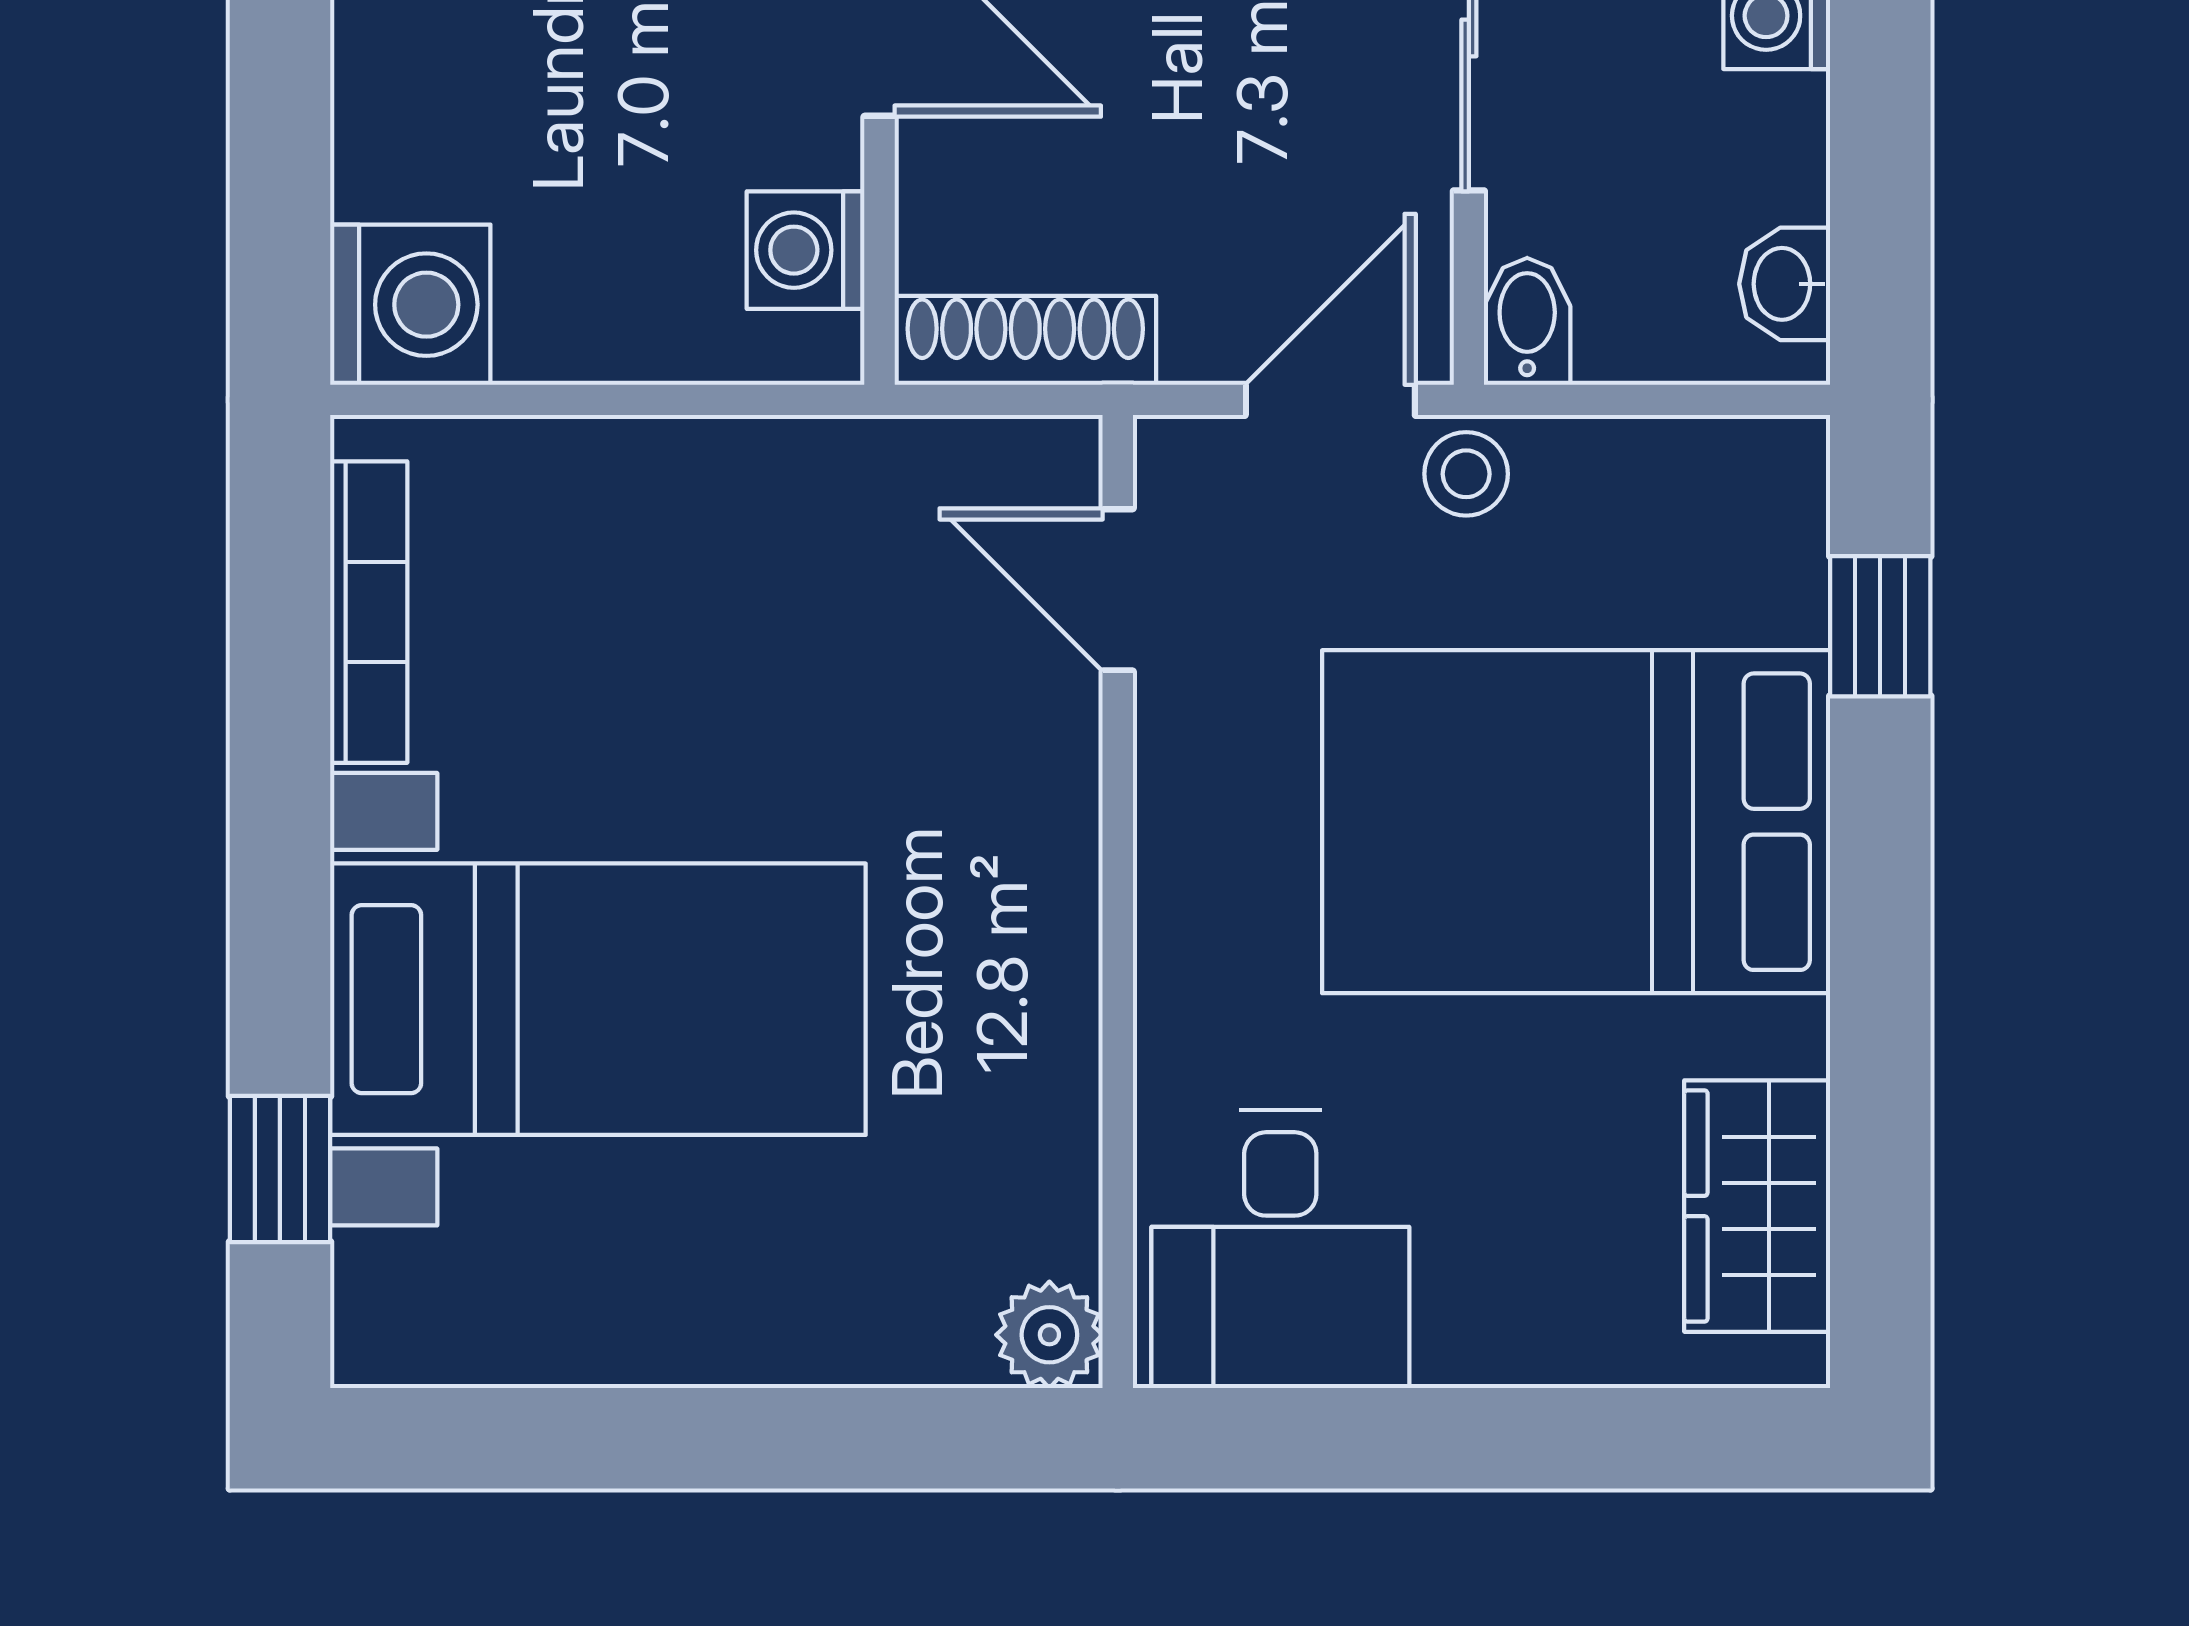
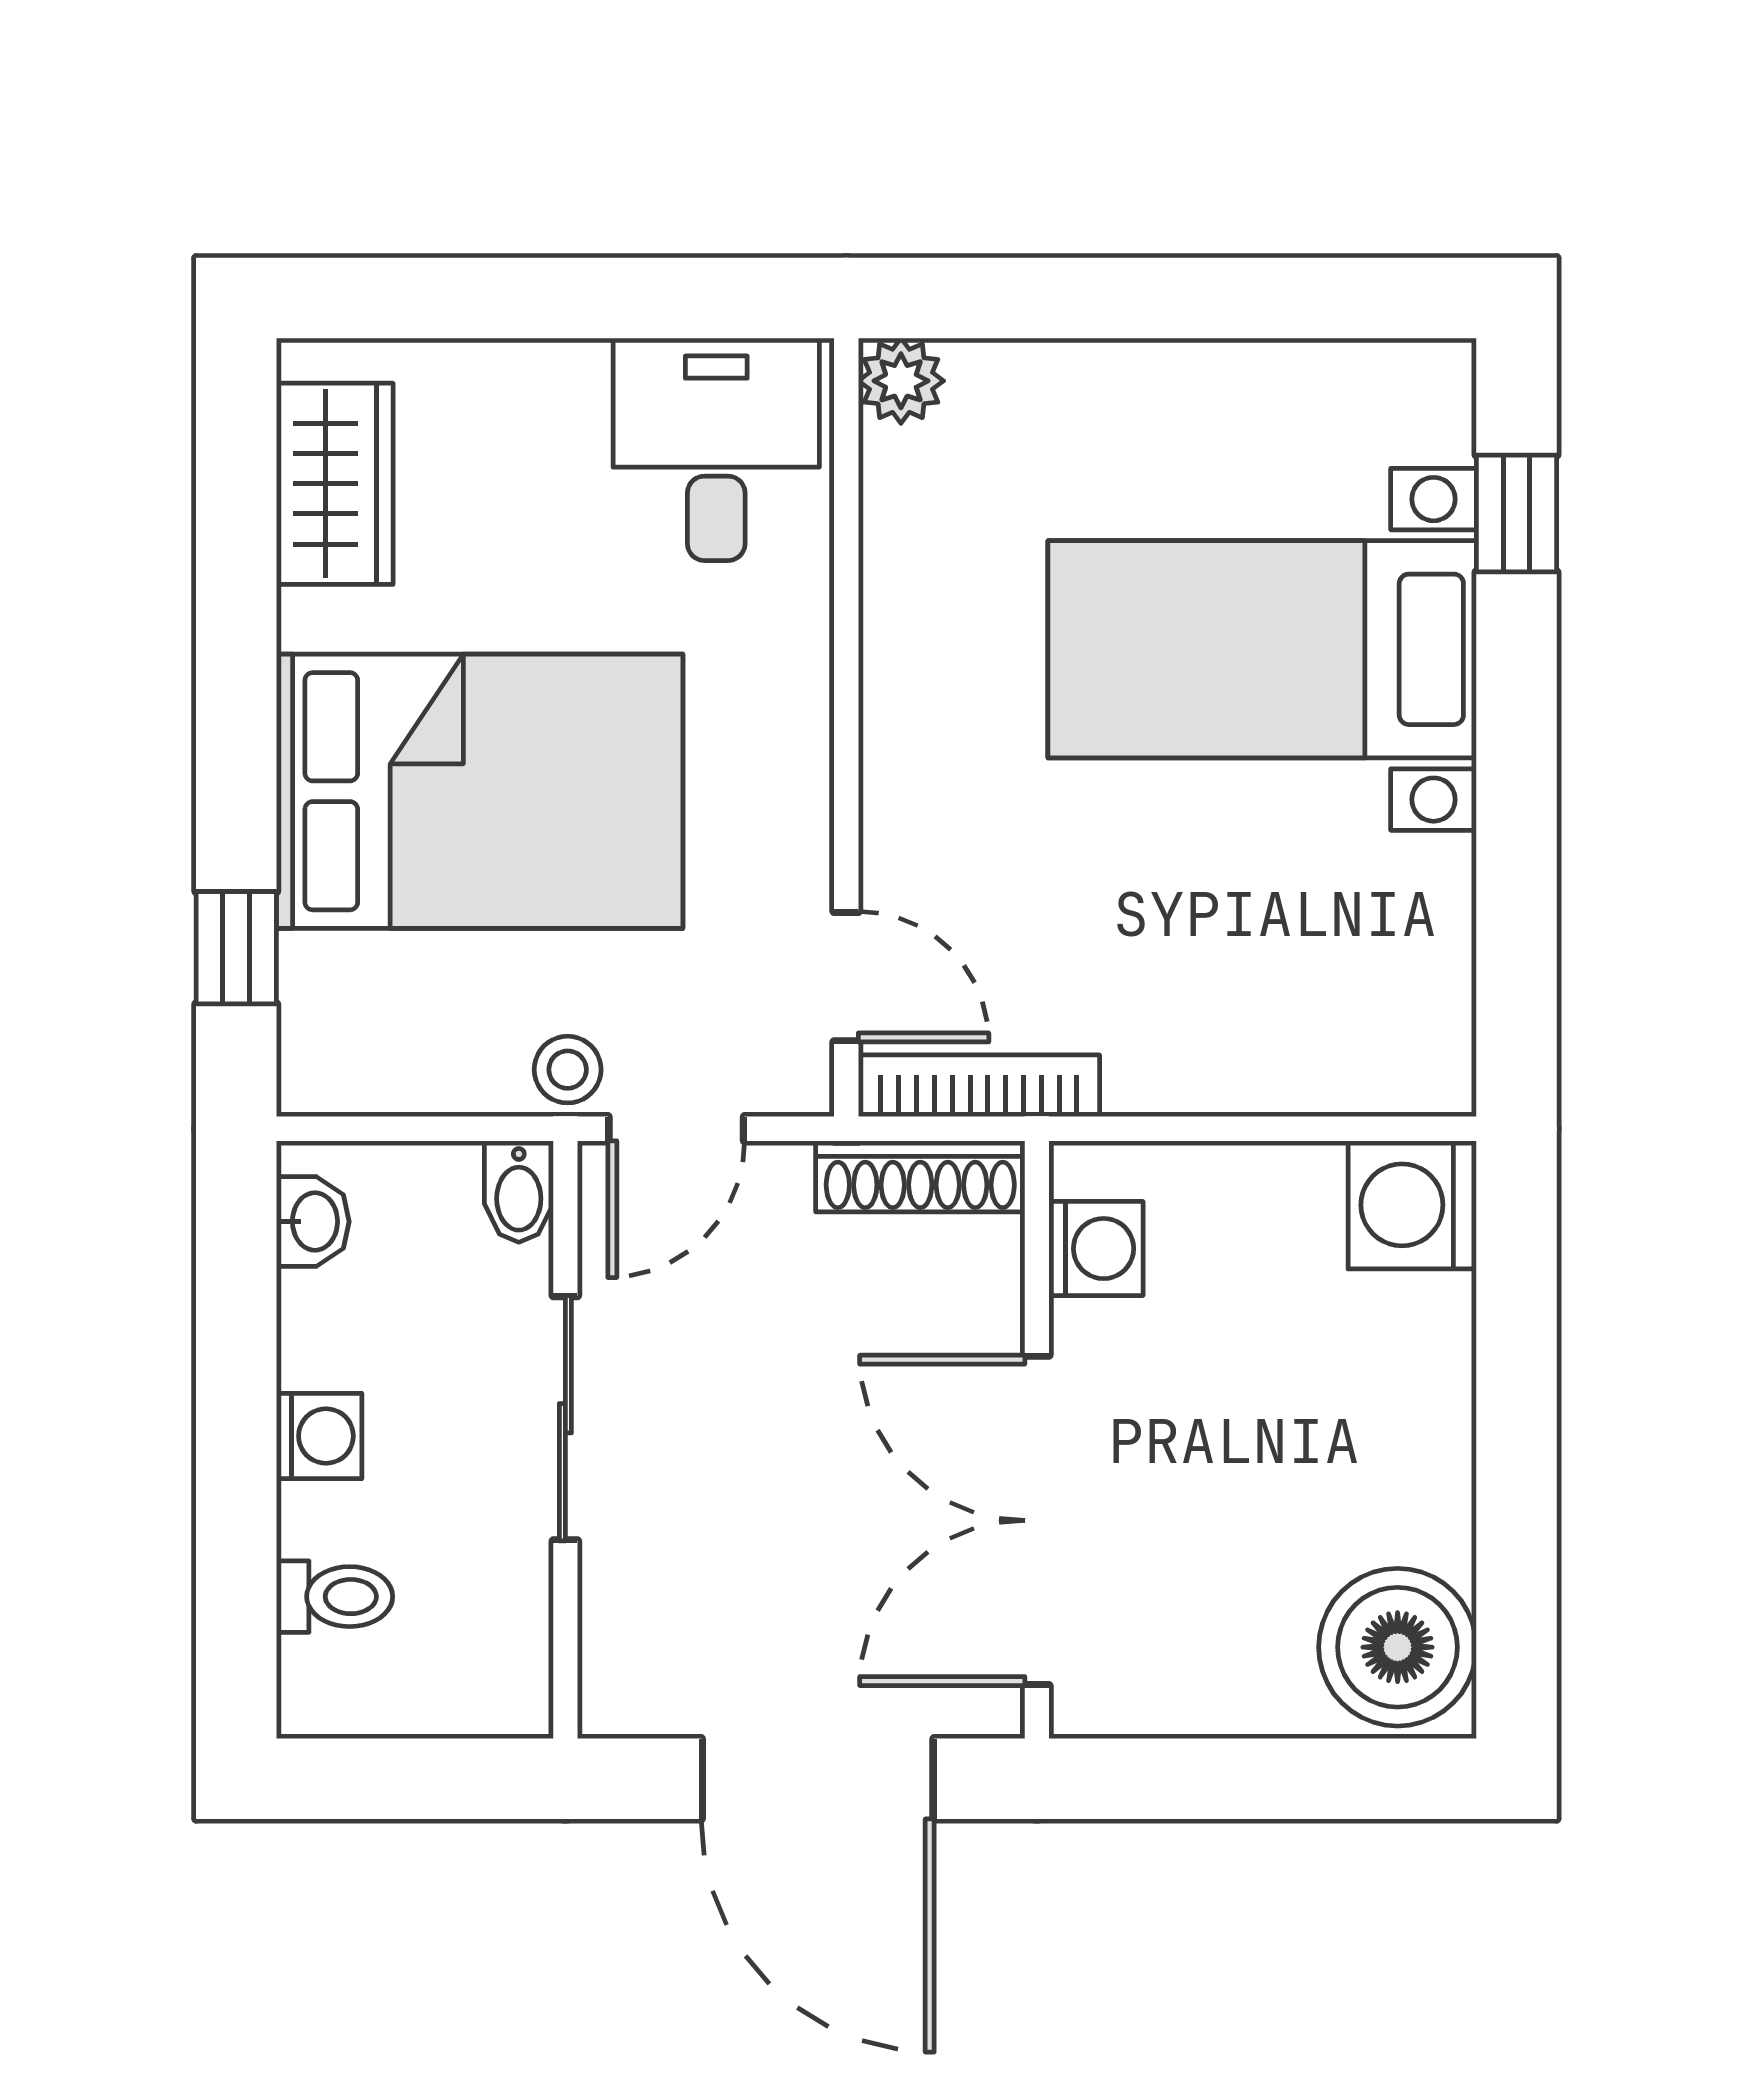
bookcase: (369, 612) -> (979, 1086), moved, turned 90

